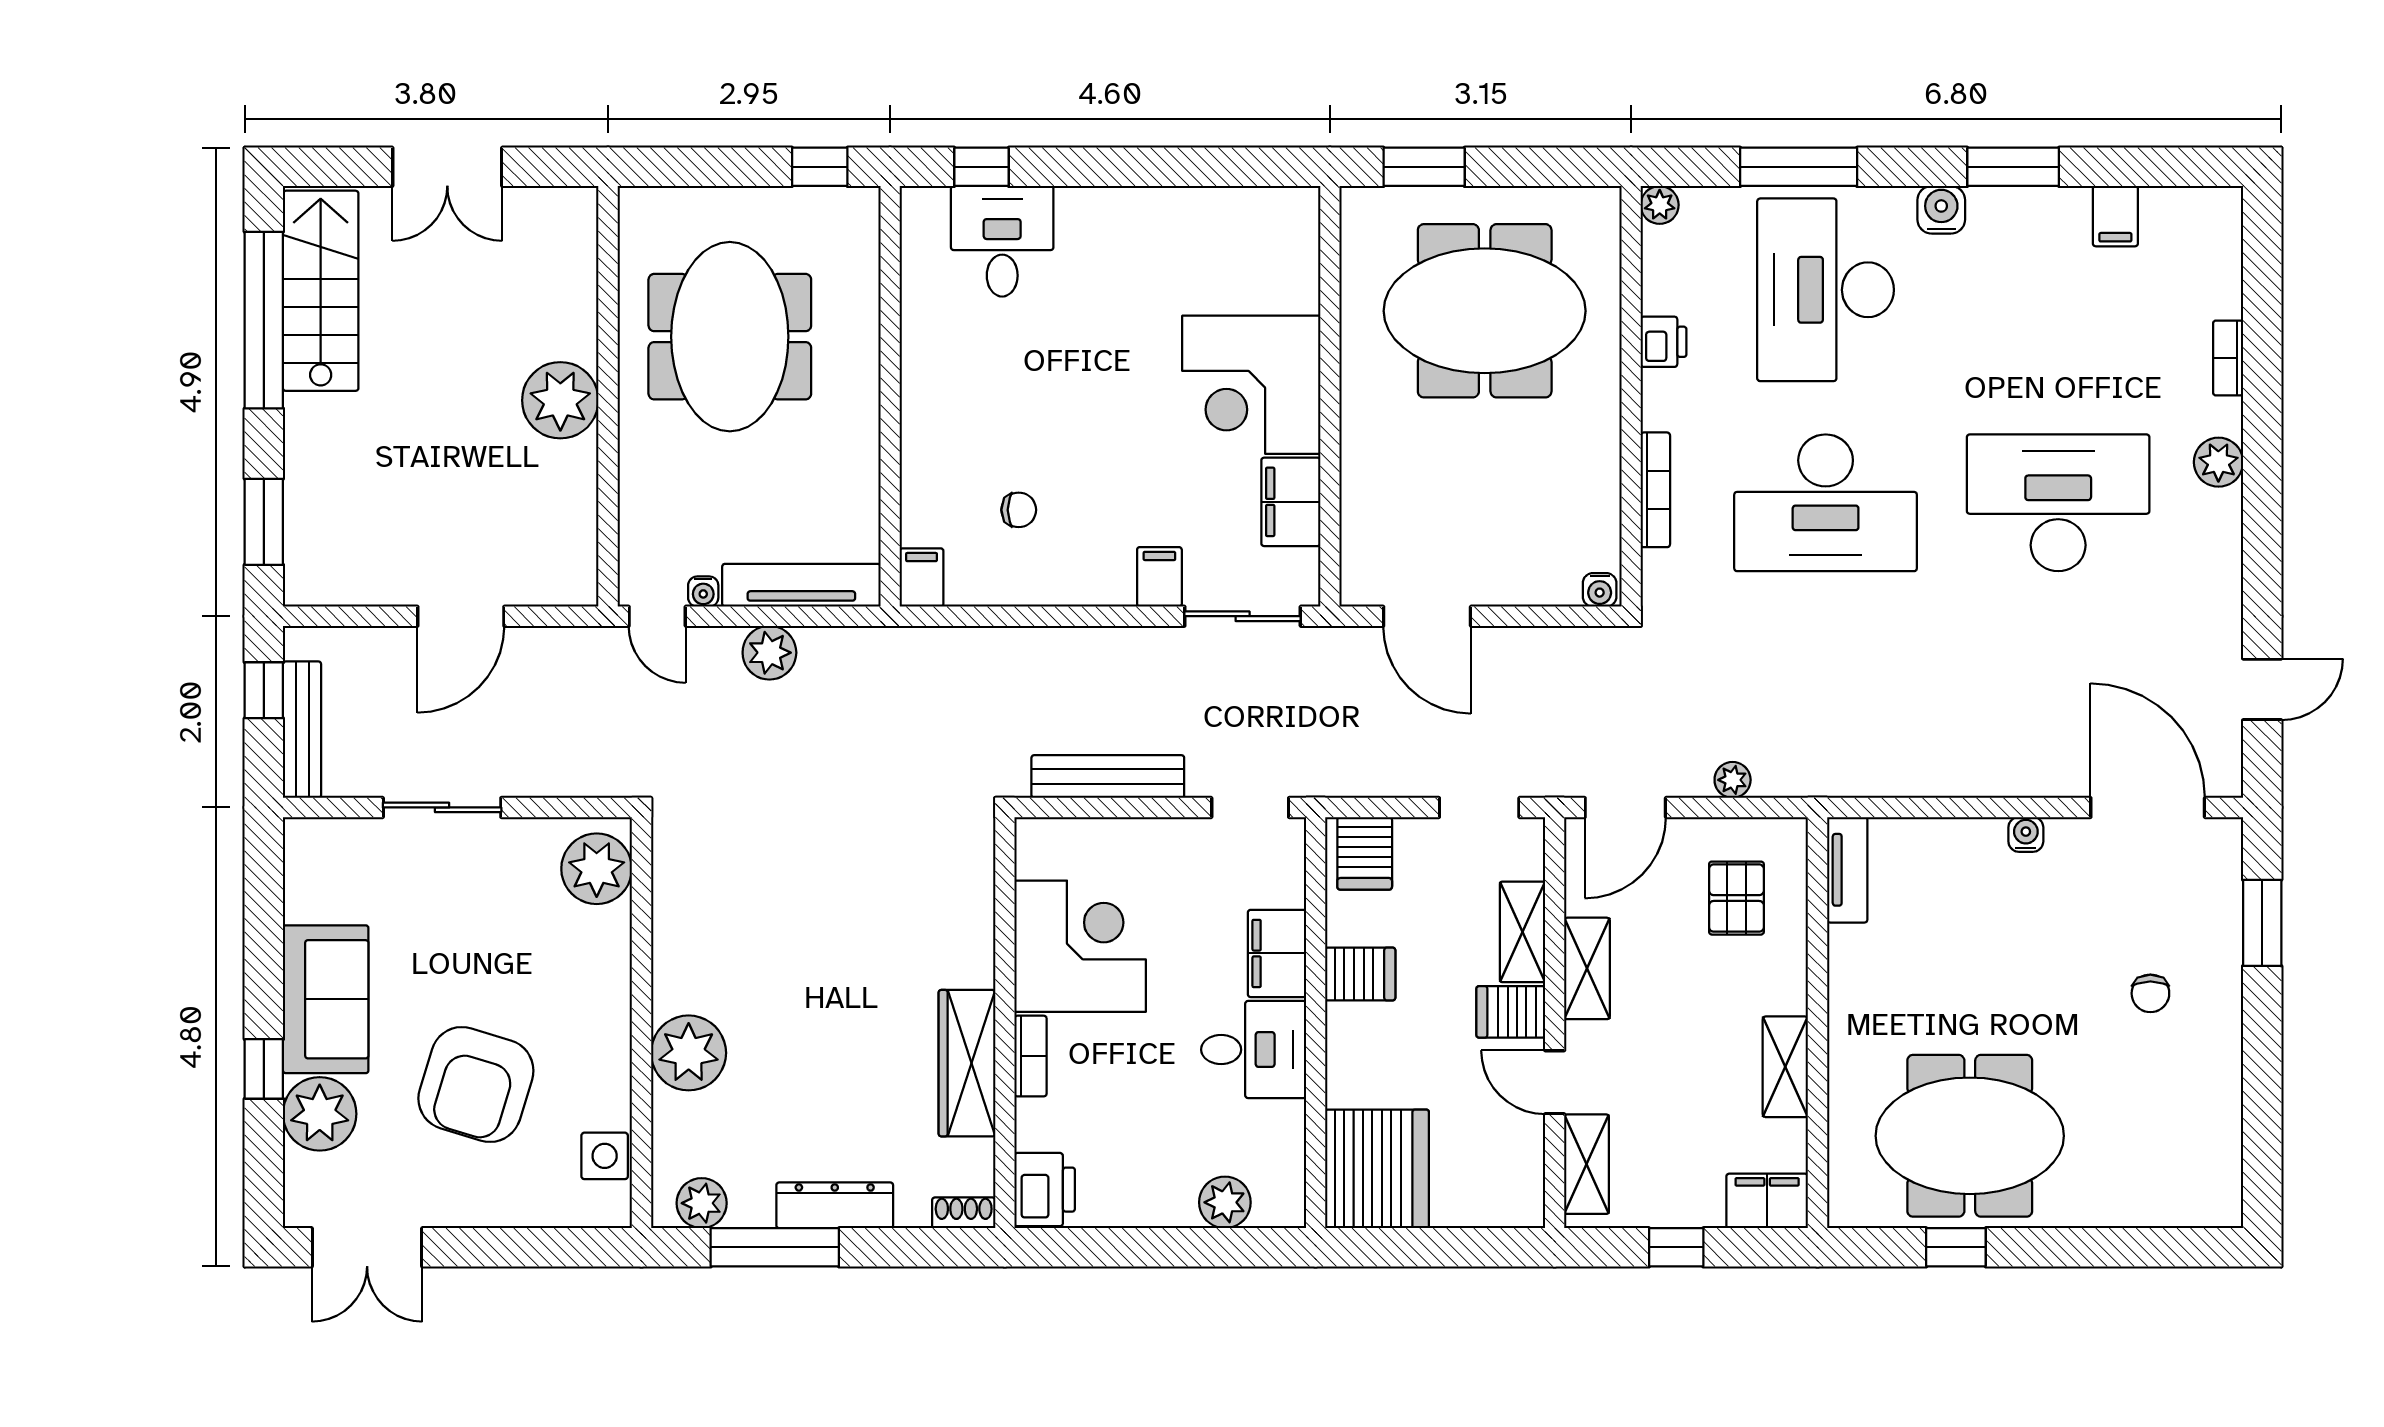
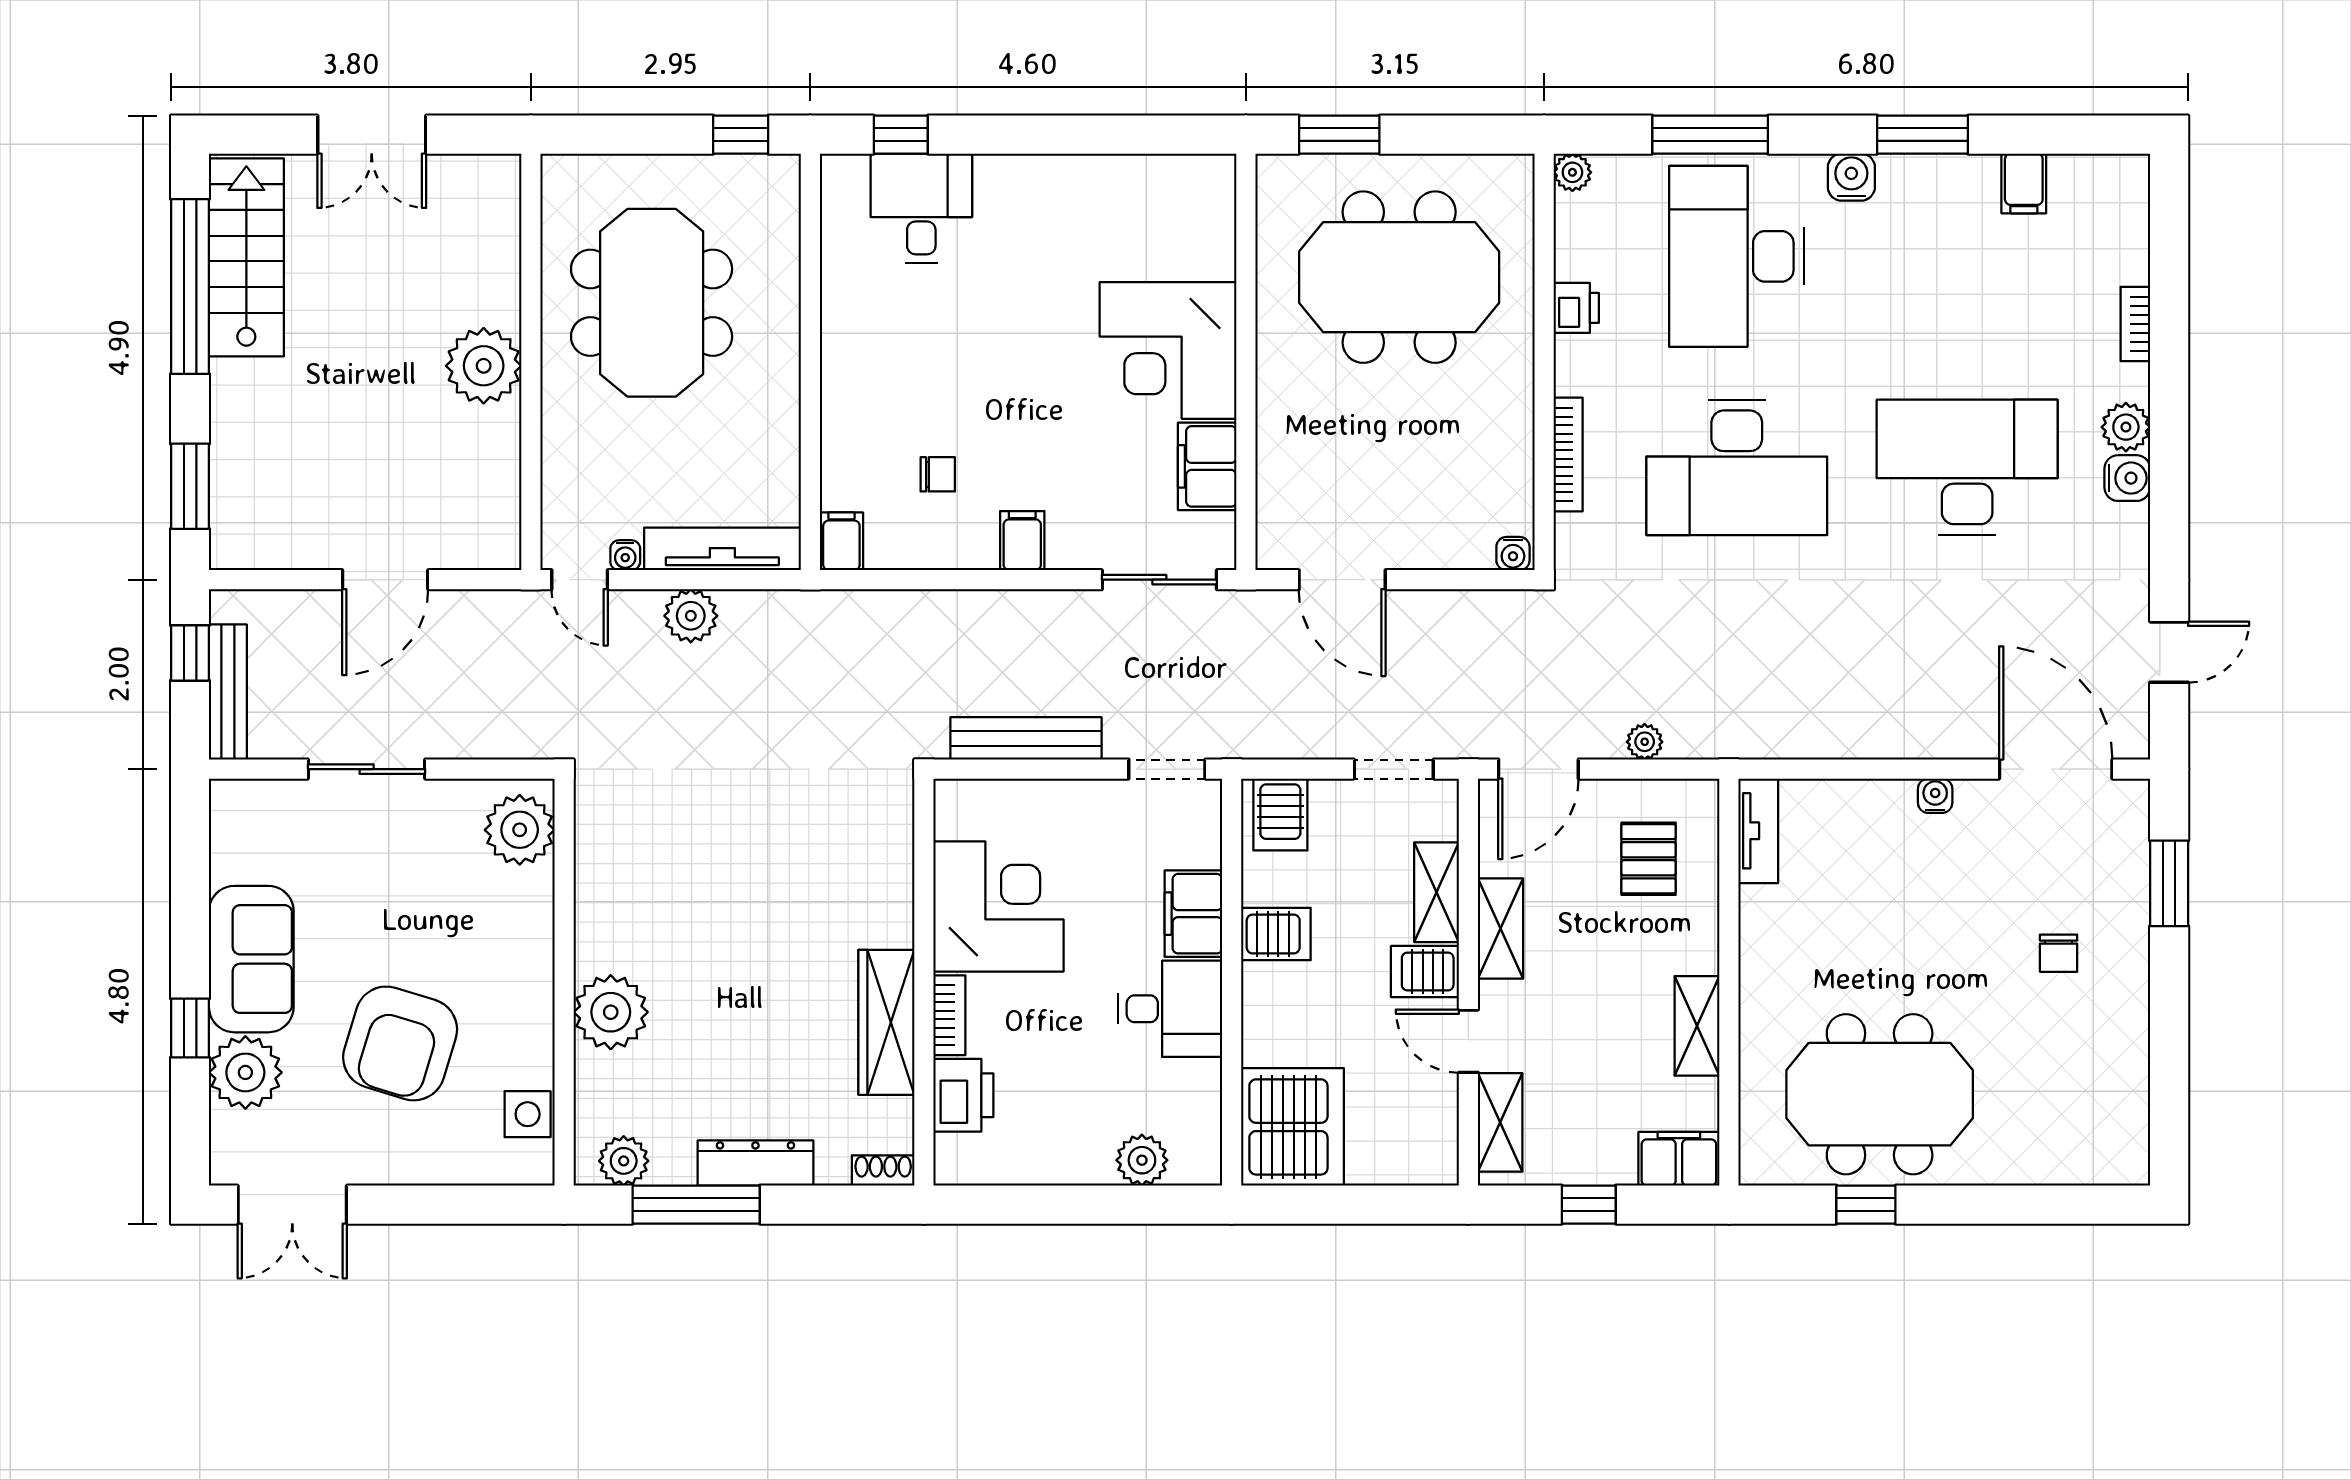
water cooler: (2220, 514) -> (2127, 478), added
filing cabinet: (1159, 577) -> (1022, 541), moved
printer: (1045, 1190) -> (963, 1095), moved

